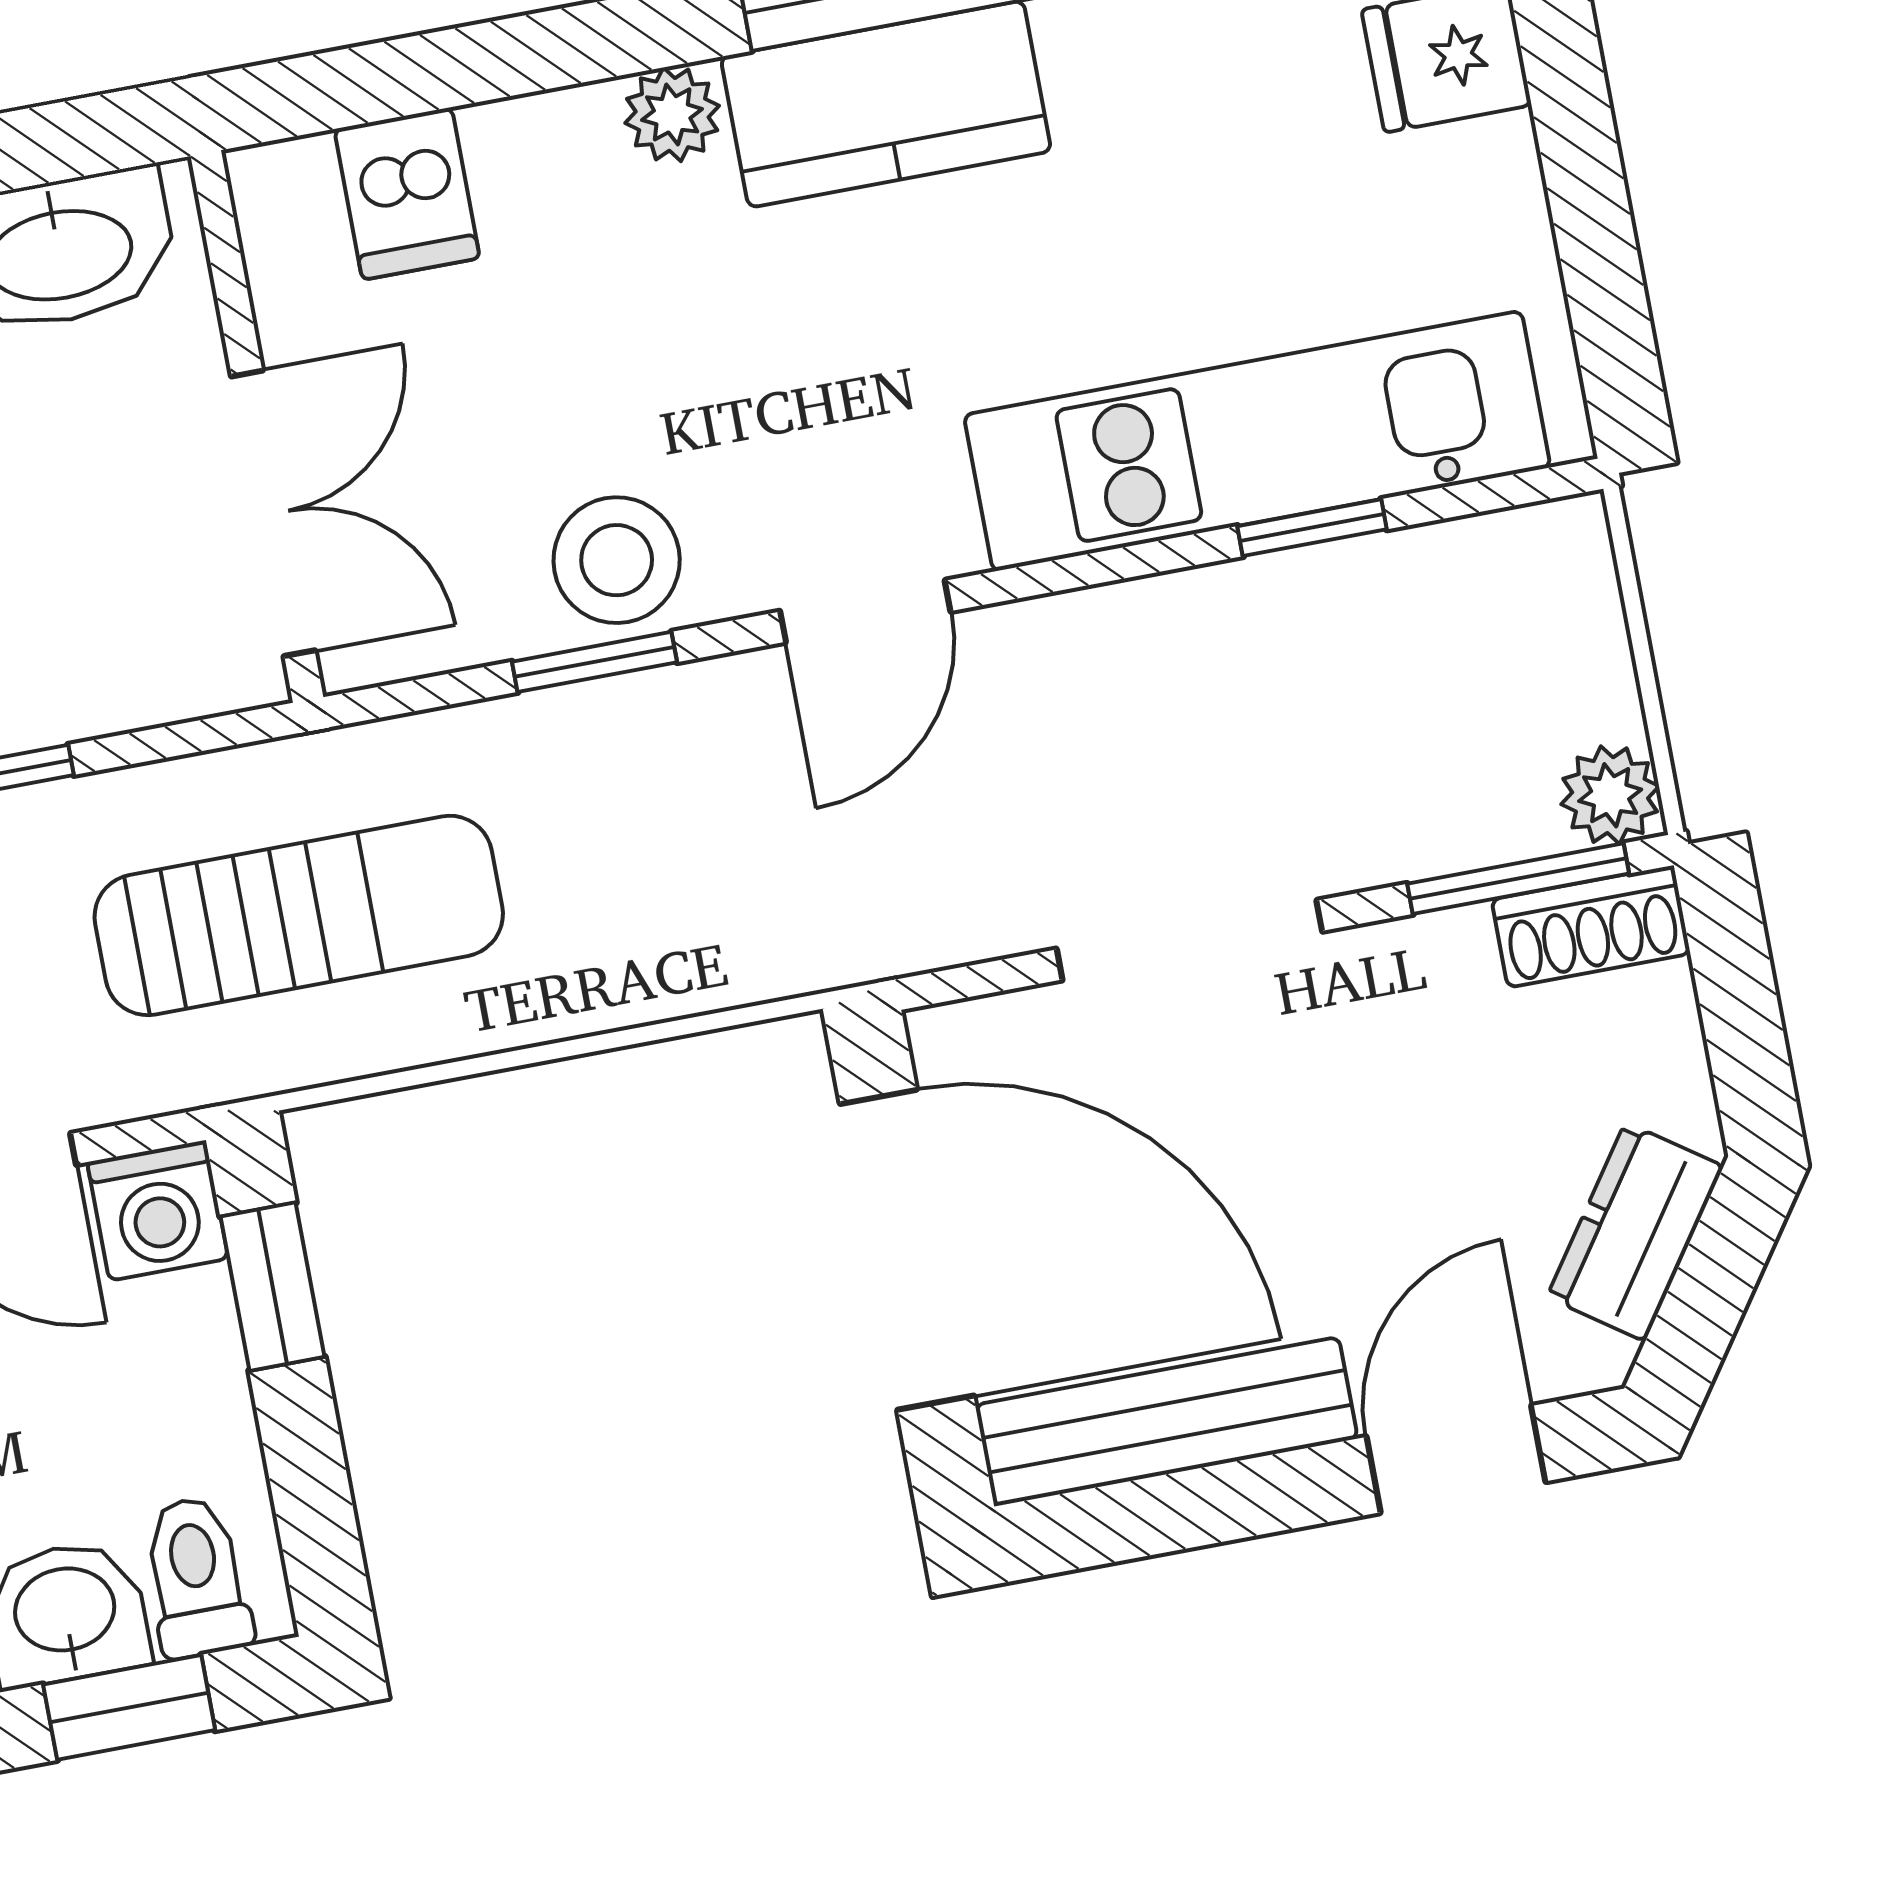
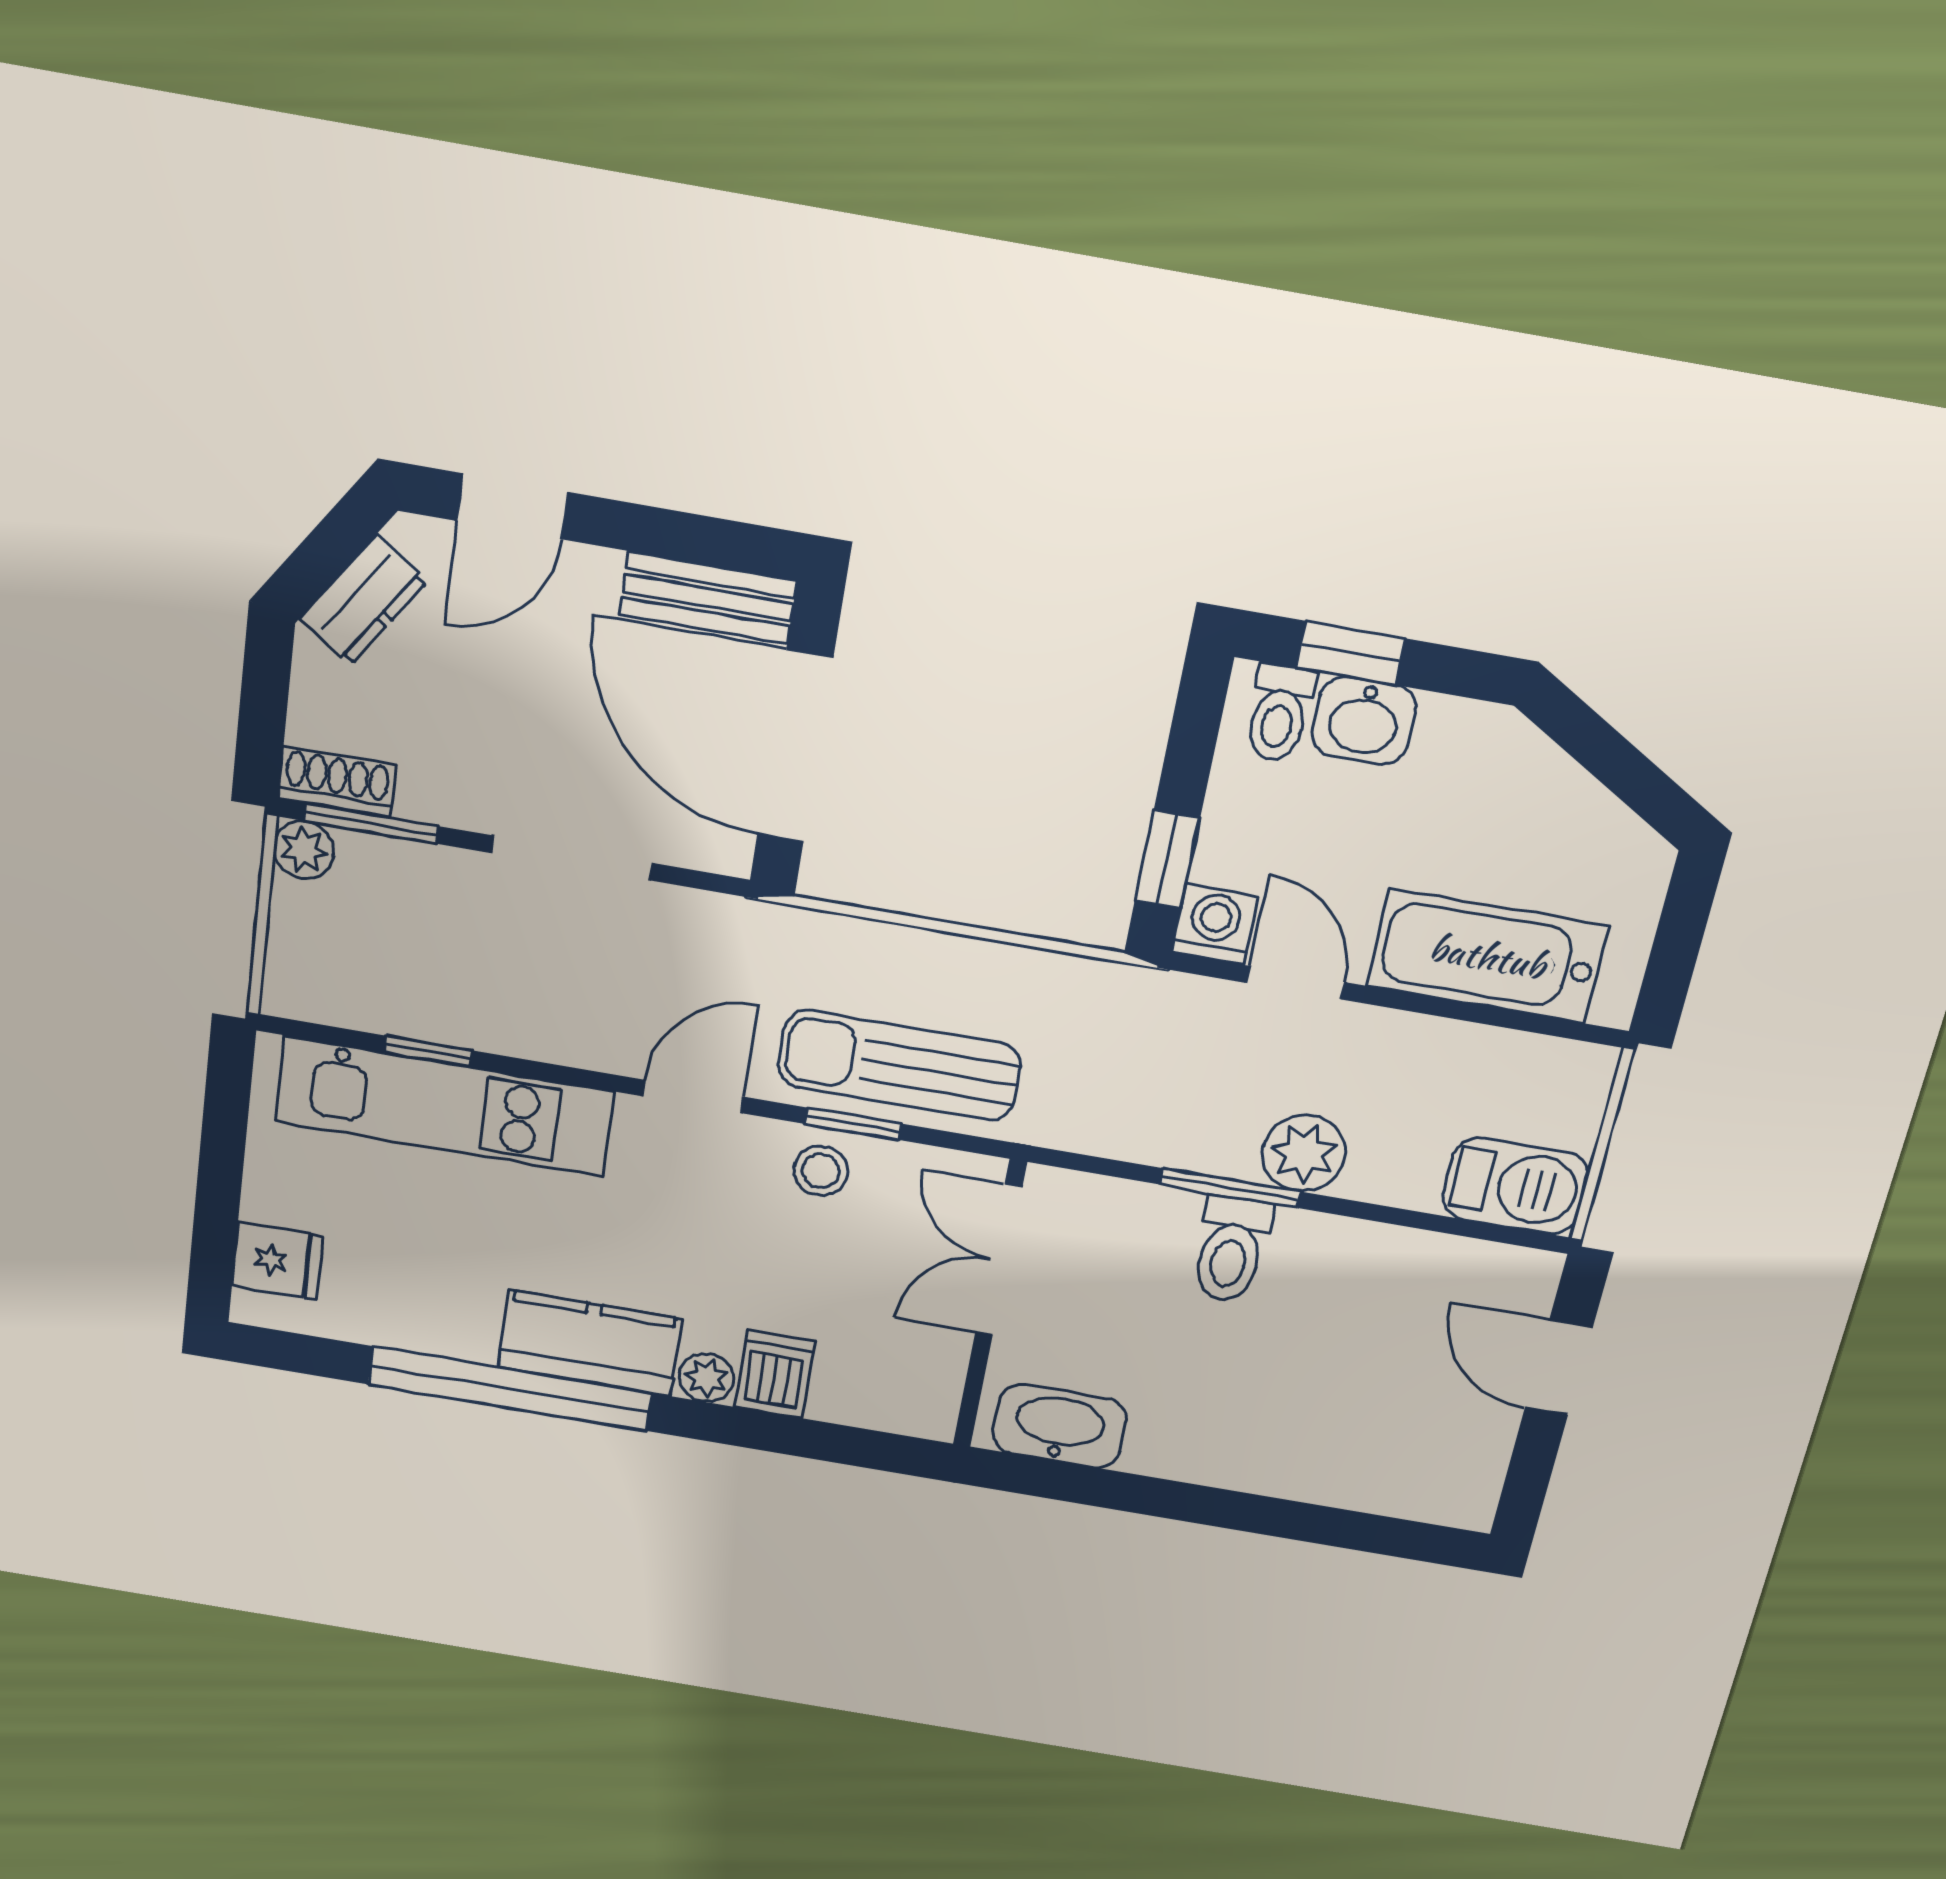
dishwasher: (407, 194) -> (775, 1374), moved
stool: (617, 560) -> (821, 1171), width x0.73, depth x0.73
sun lounger: (299, 915) -> (899, 1065), moved
bench: (1166, 1422) -> (708, 598), width x0.73

